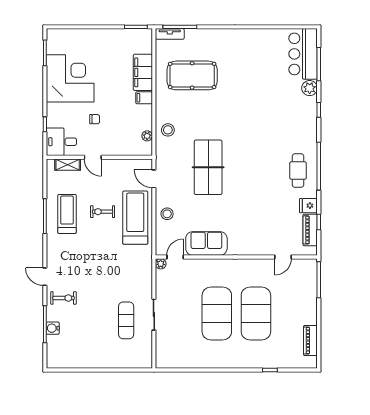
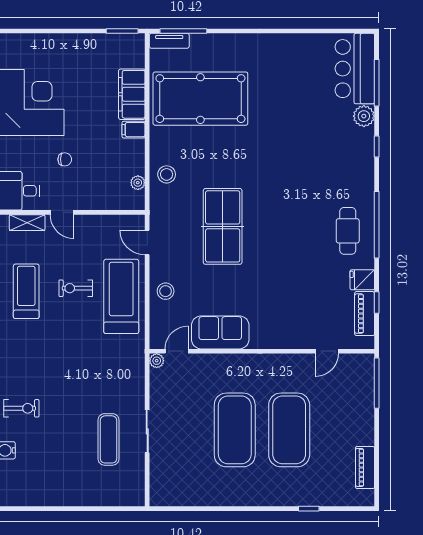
pool table: (192, 75) -> (200, 99), width x1.36, depth x1.32

